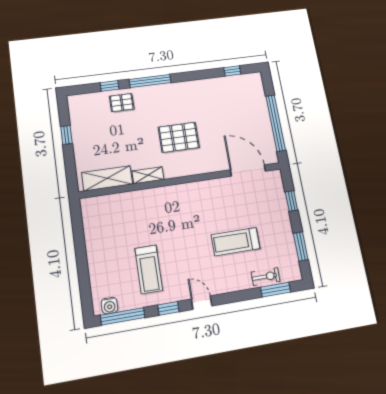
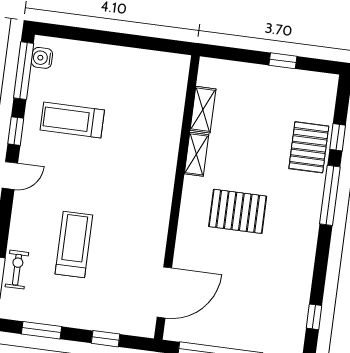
pallet: (122, 103) -> (309, 147), width x1.50, depth x1.42
pallet: (179, 137) -> (238, 211), turned 90
shelving: (107, 178) -> (203, 110), width x0.67, depth x0.75
exercise bike: (266, 277) -> (17, 270), turned 180

